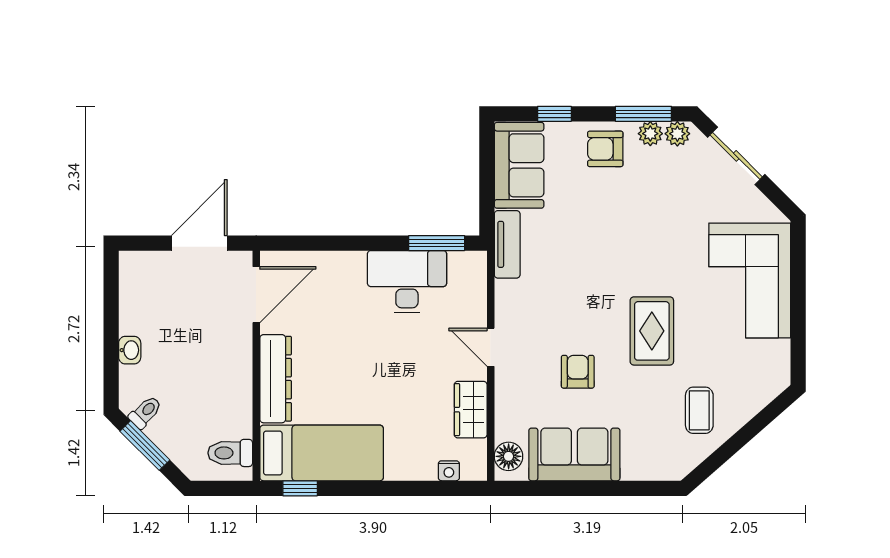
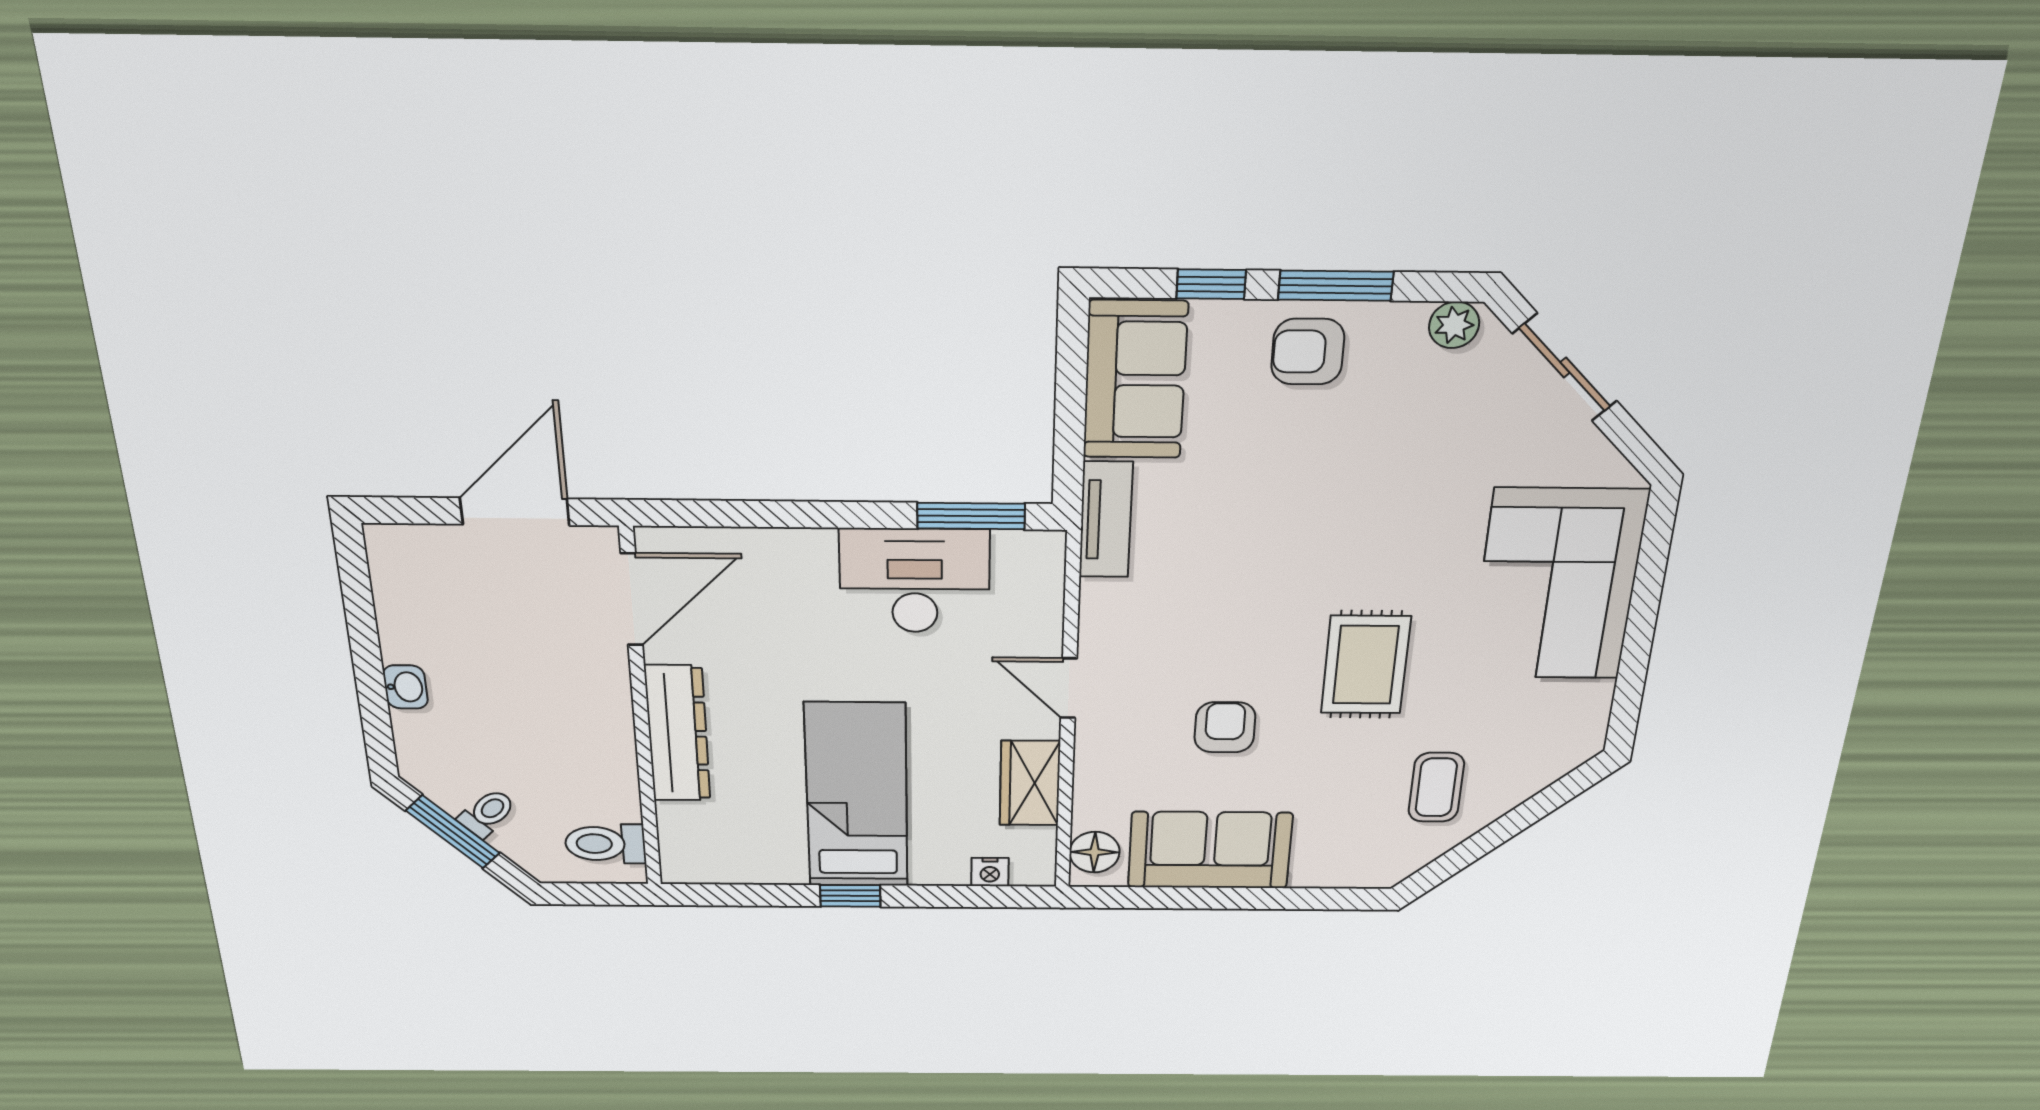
window: (643, 114) -> (1336, 286), moved
plant: (650, 134) -> (1400, 324), removed
toilet: (145, 412) -> (487, 813), moved
bed: (322, 453) -> (857, 796), moved, turned -90
window: (300, 488) -> (850, 896), moved

